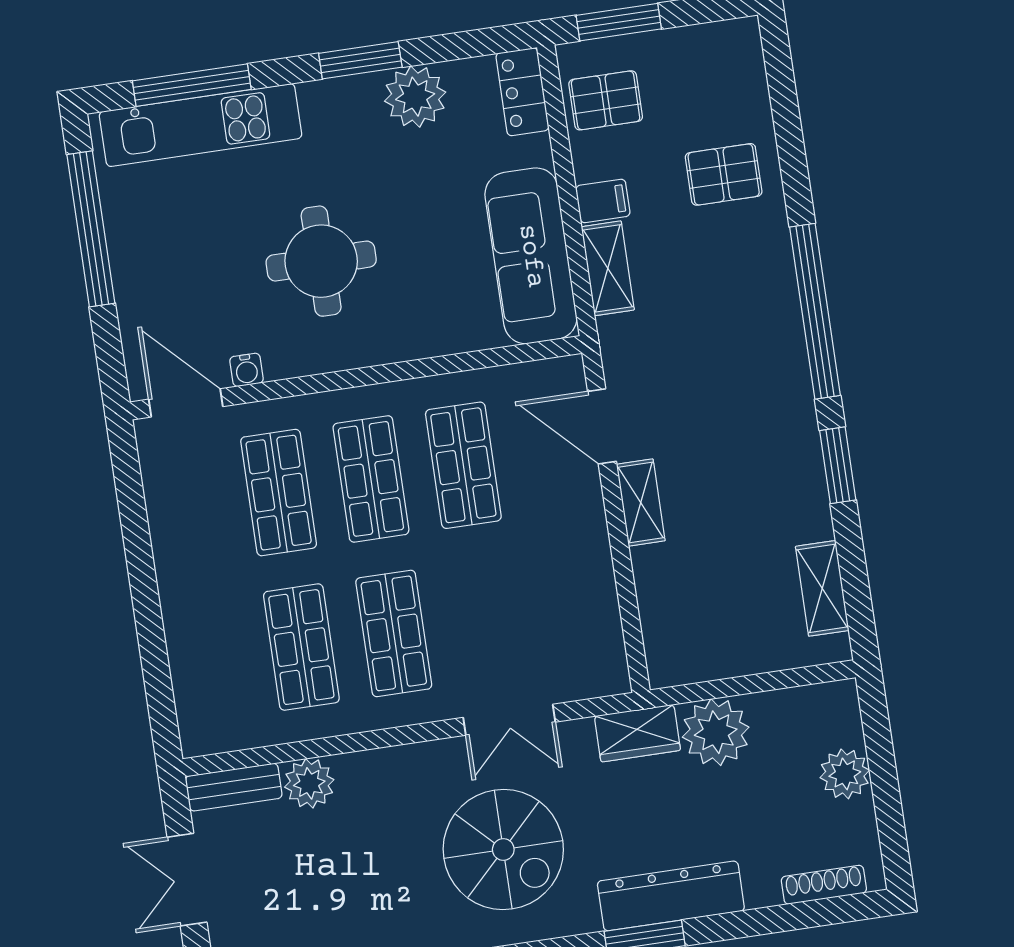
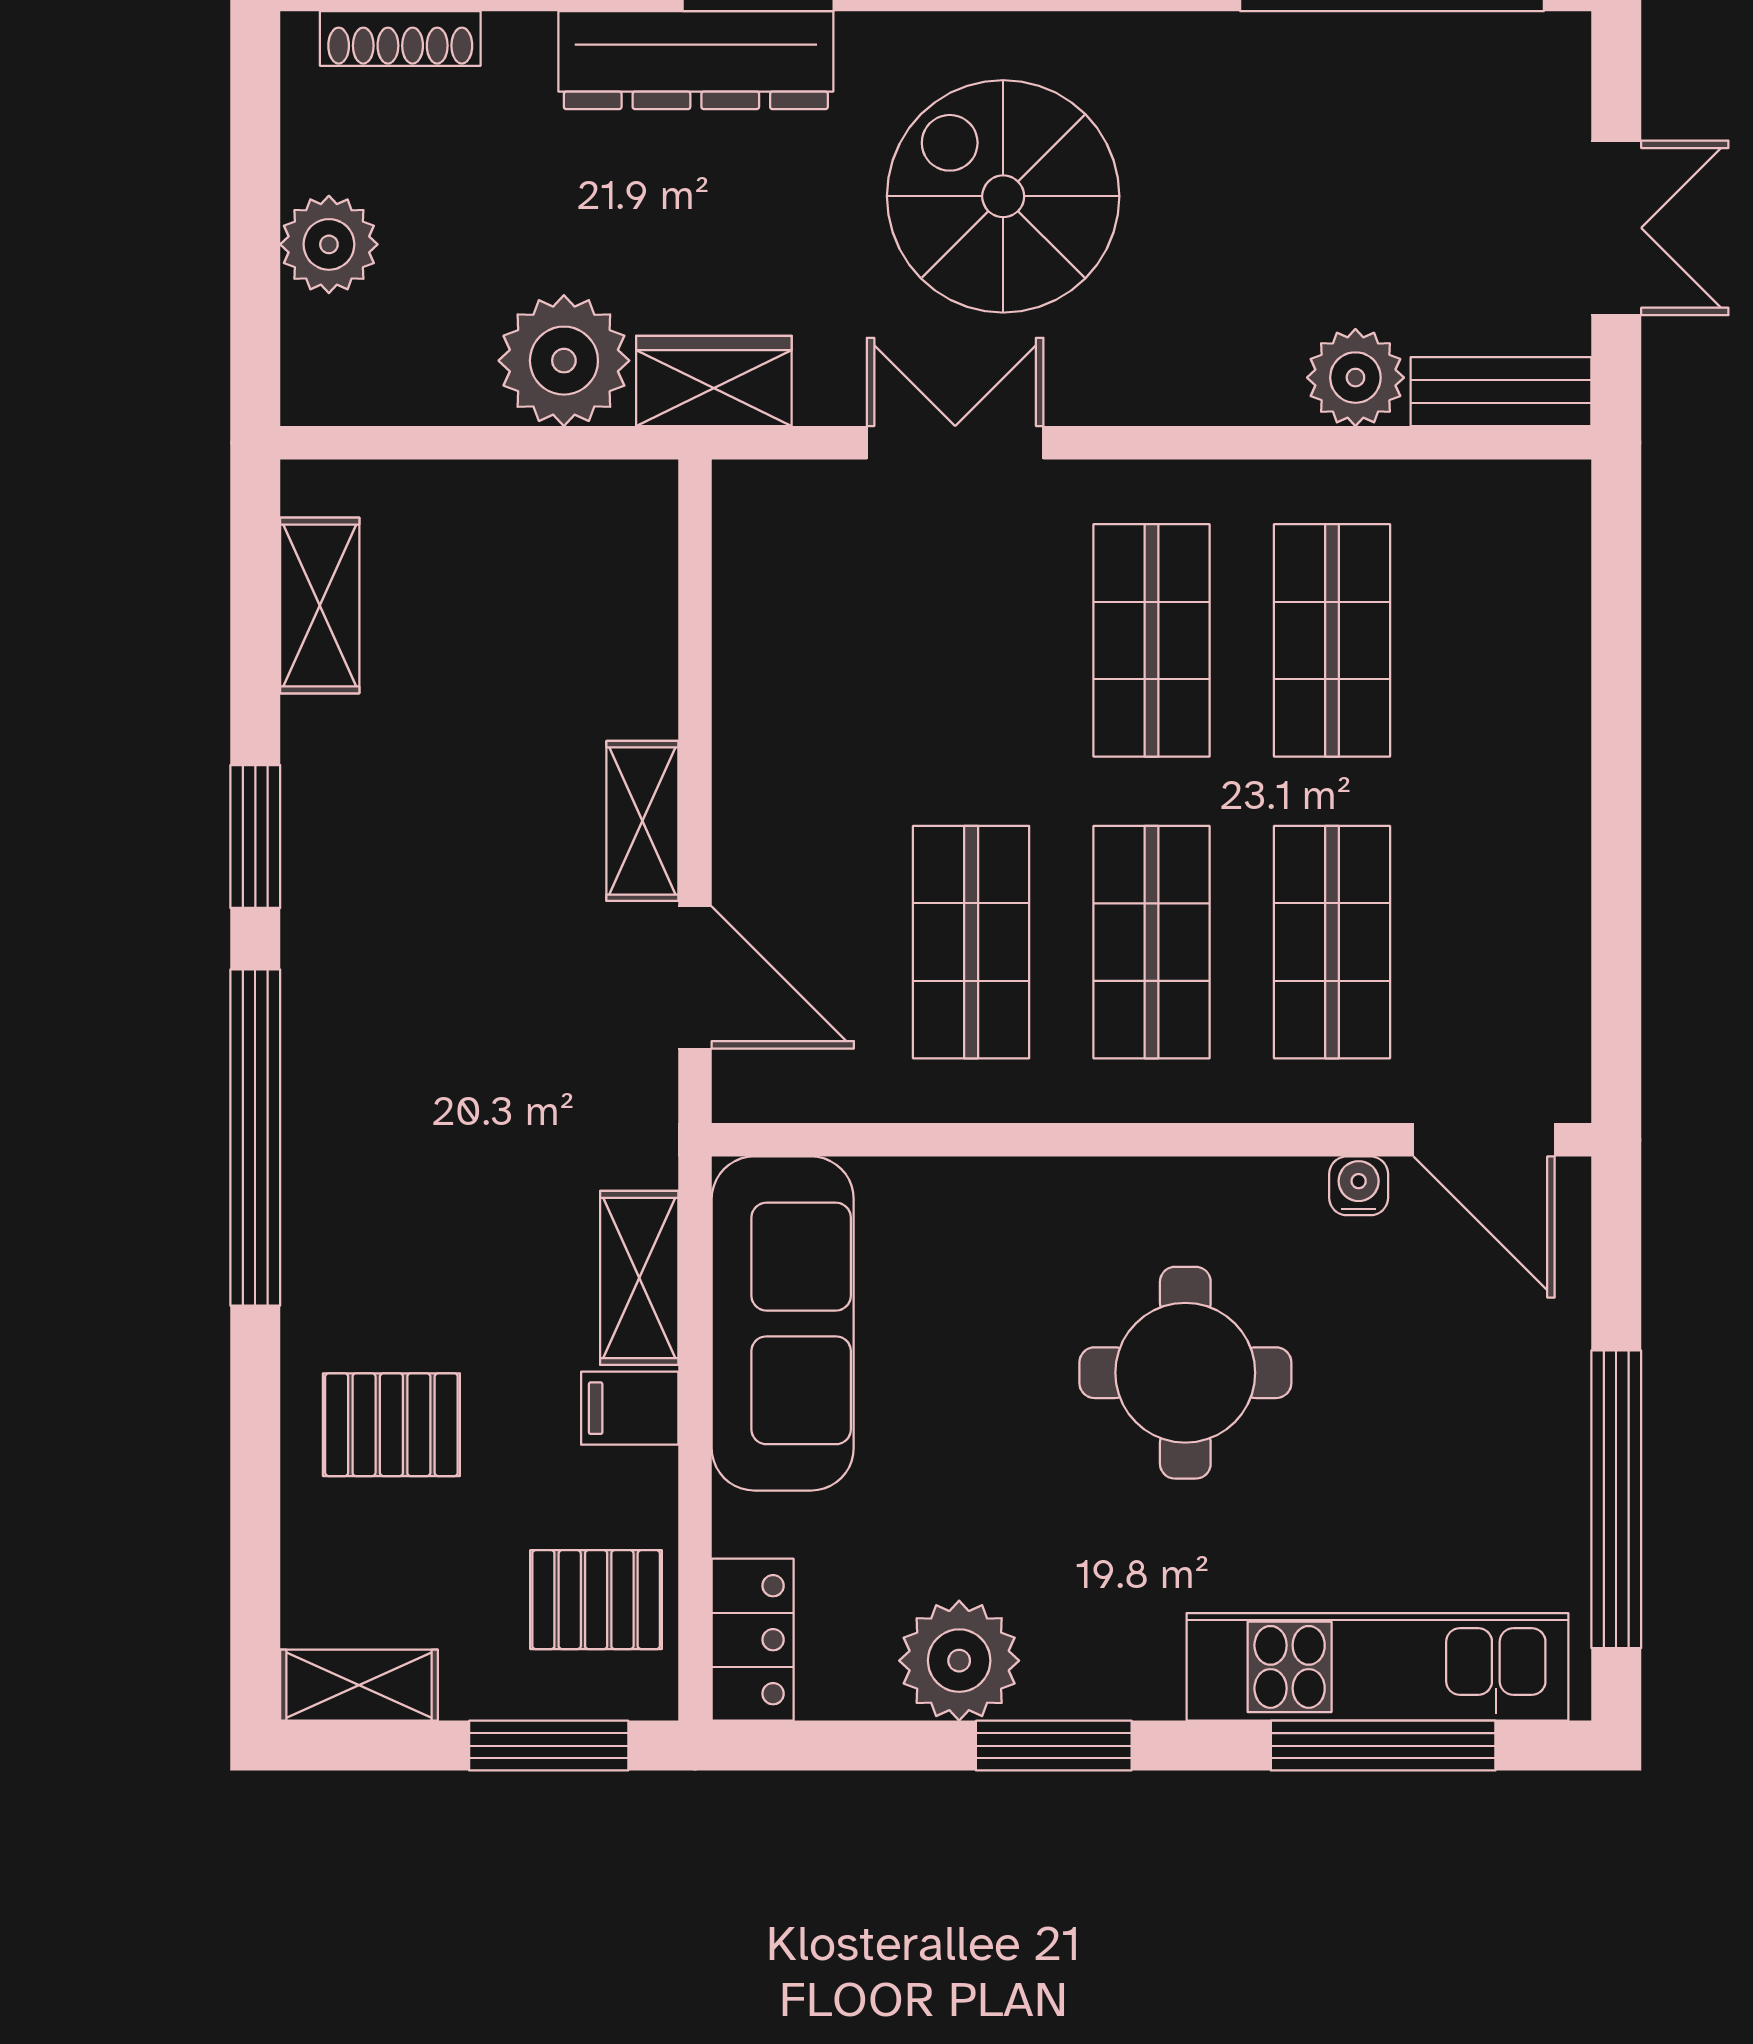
shelving: (720, 39) -> (359, 1685), added

